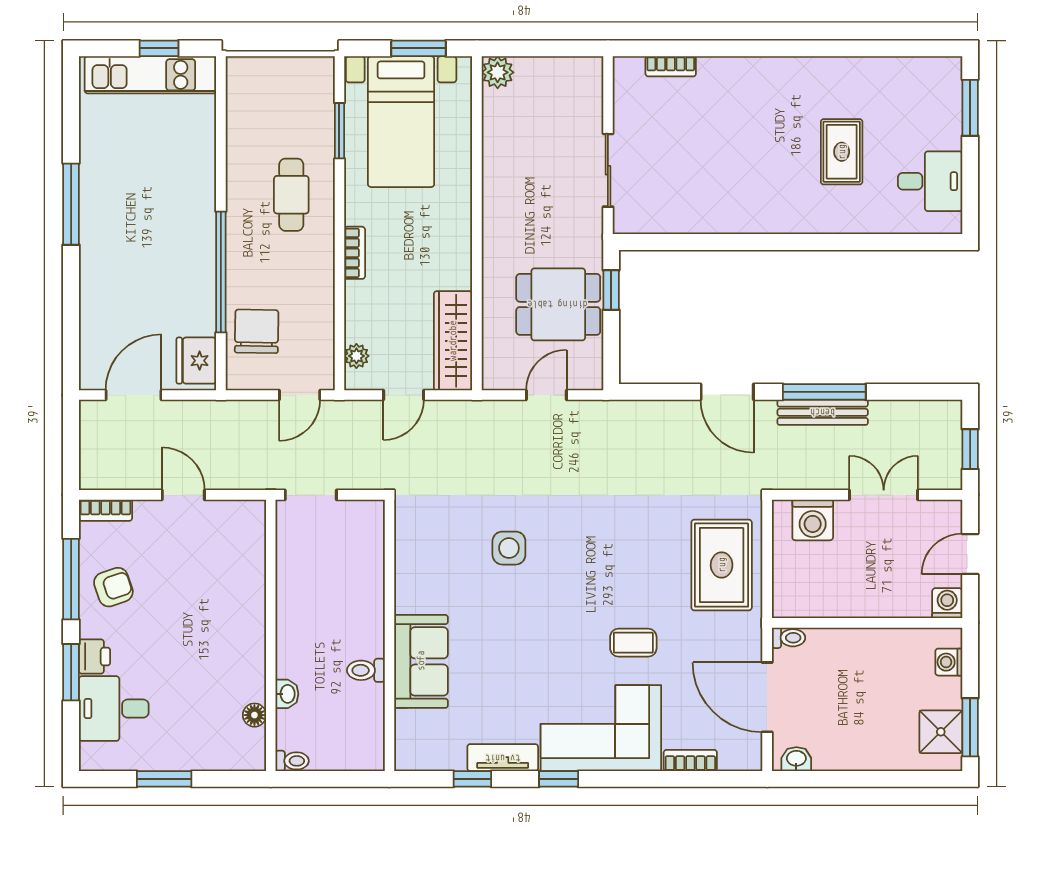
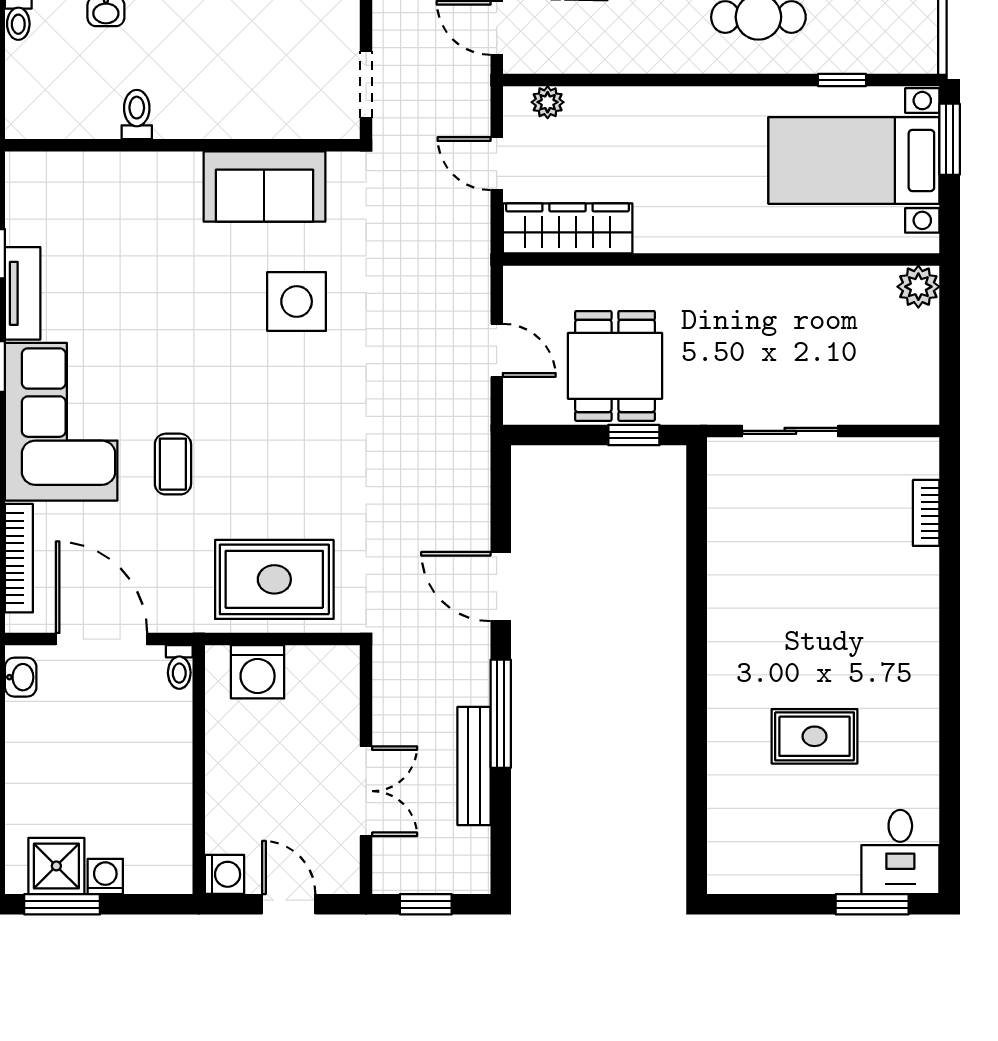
window: (419, 48) -> (950, 139), moved
window: (339, 131) -> (842, 80), width x0.67
desk: (930, 181) -> (900, 852), moved
bookcase: (355, 253) -> (682, 100), removed
door: (727, 392) -> (501, 587), hinge flipped
bench: (823, 412) -> (474, 766), moved
doorway: (311, 495) -> (366, 84), moved
washing machine: (813, 520) -> (258, 672), moved, turned -90
side table: (509, 548) -> (297, 301), width x1.37, depth x1.37
sofa: (421, 661) -> (264, 187), moved
washing machine: (949, 662) -> (105, 876), moved
door: (767, 697) -> (101, 639), hinge flipped
bookcase: (690, 760) -> (19, 558), width x1.56

